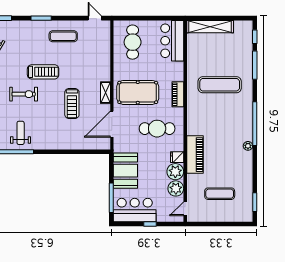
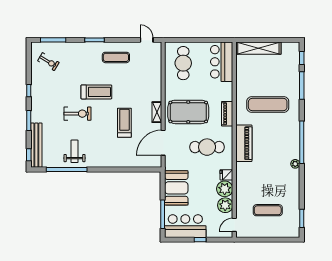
treadmill: (72, 103) -> (124, 123), turned 180
piano: (195, 155) -> (244, 143), moved

